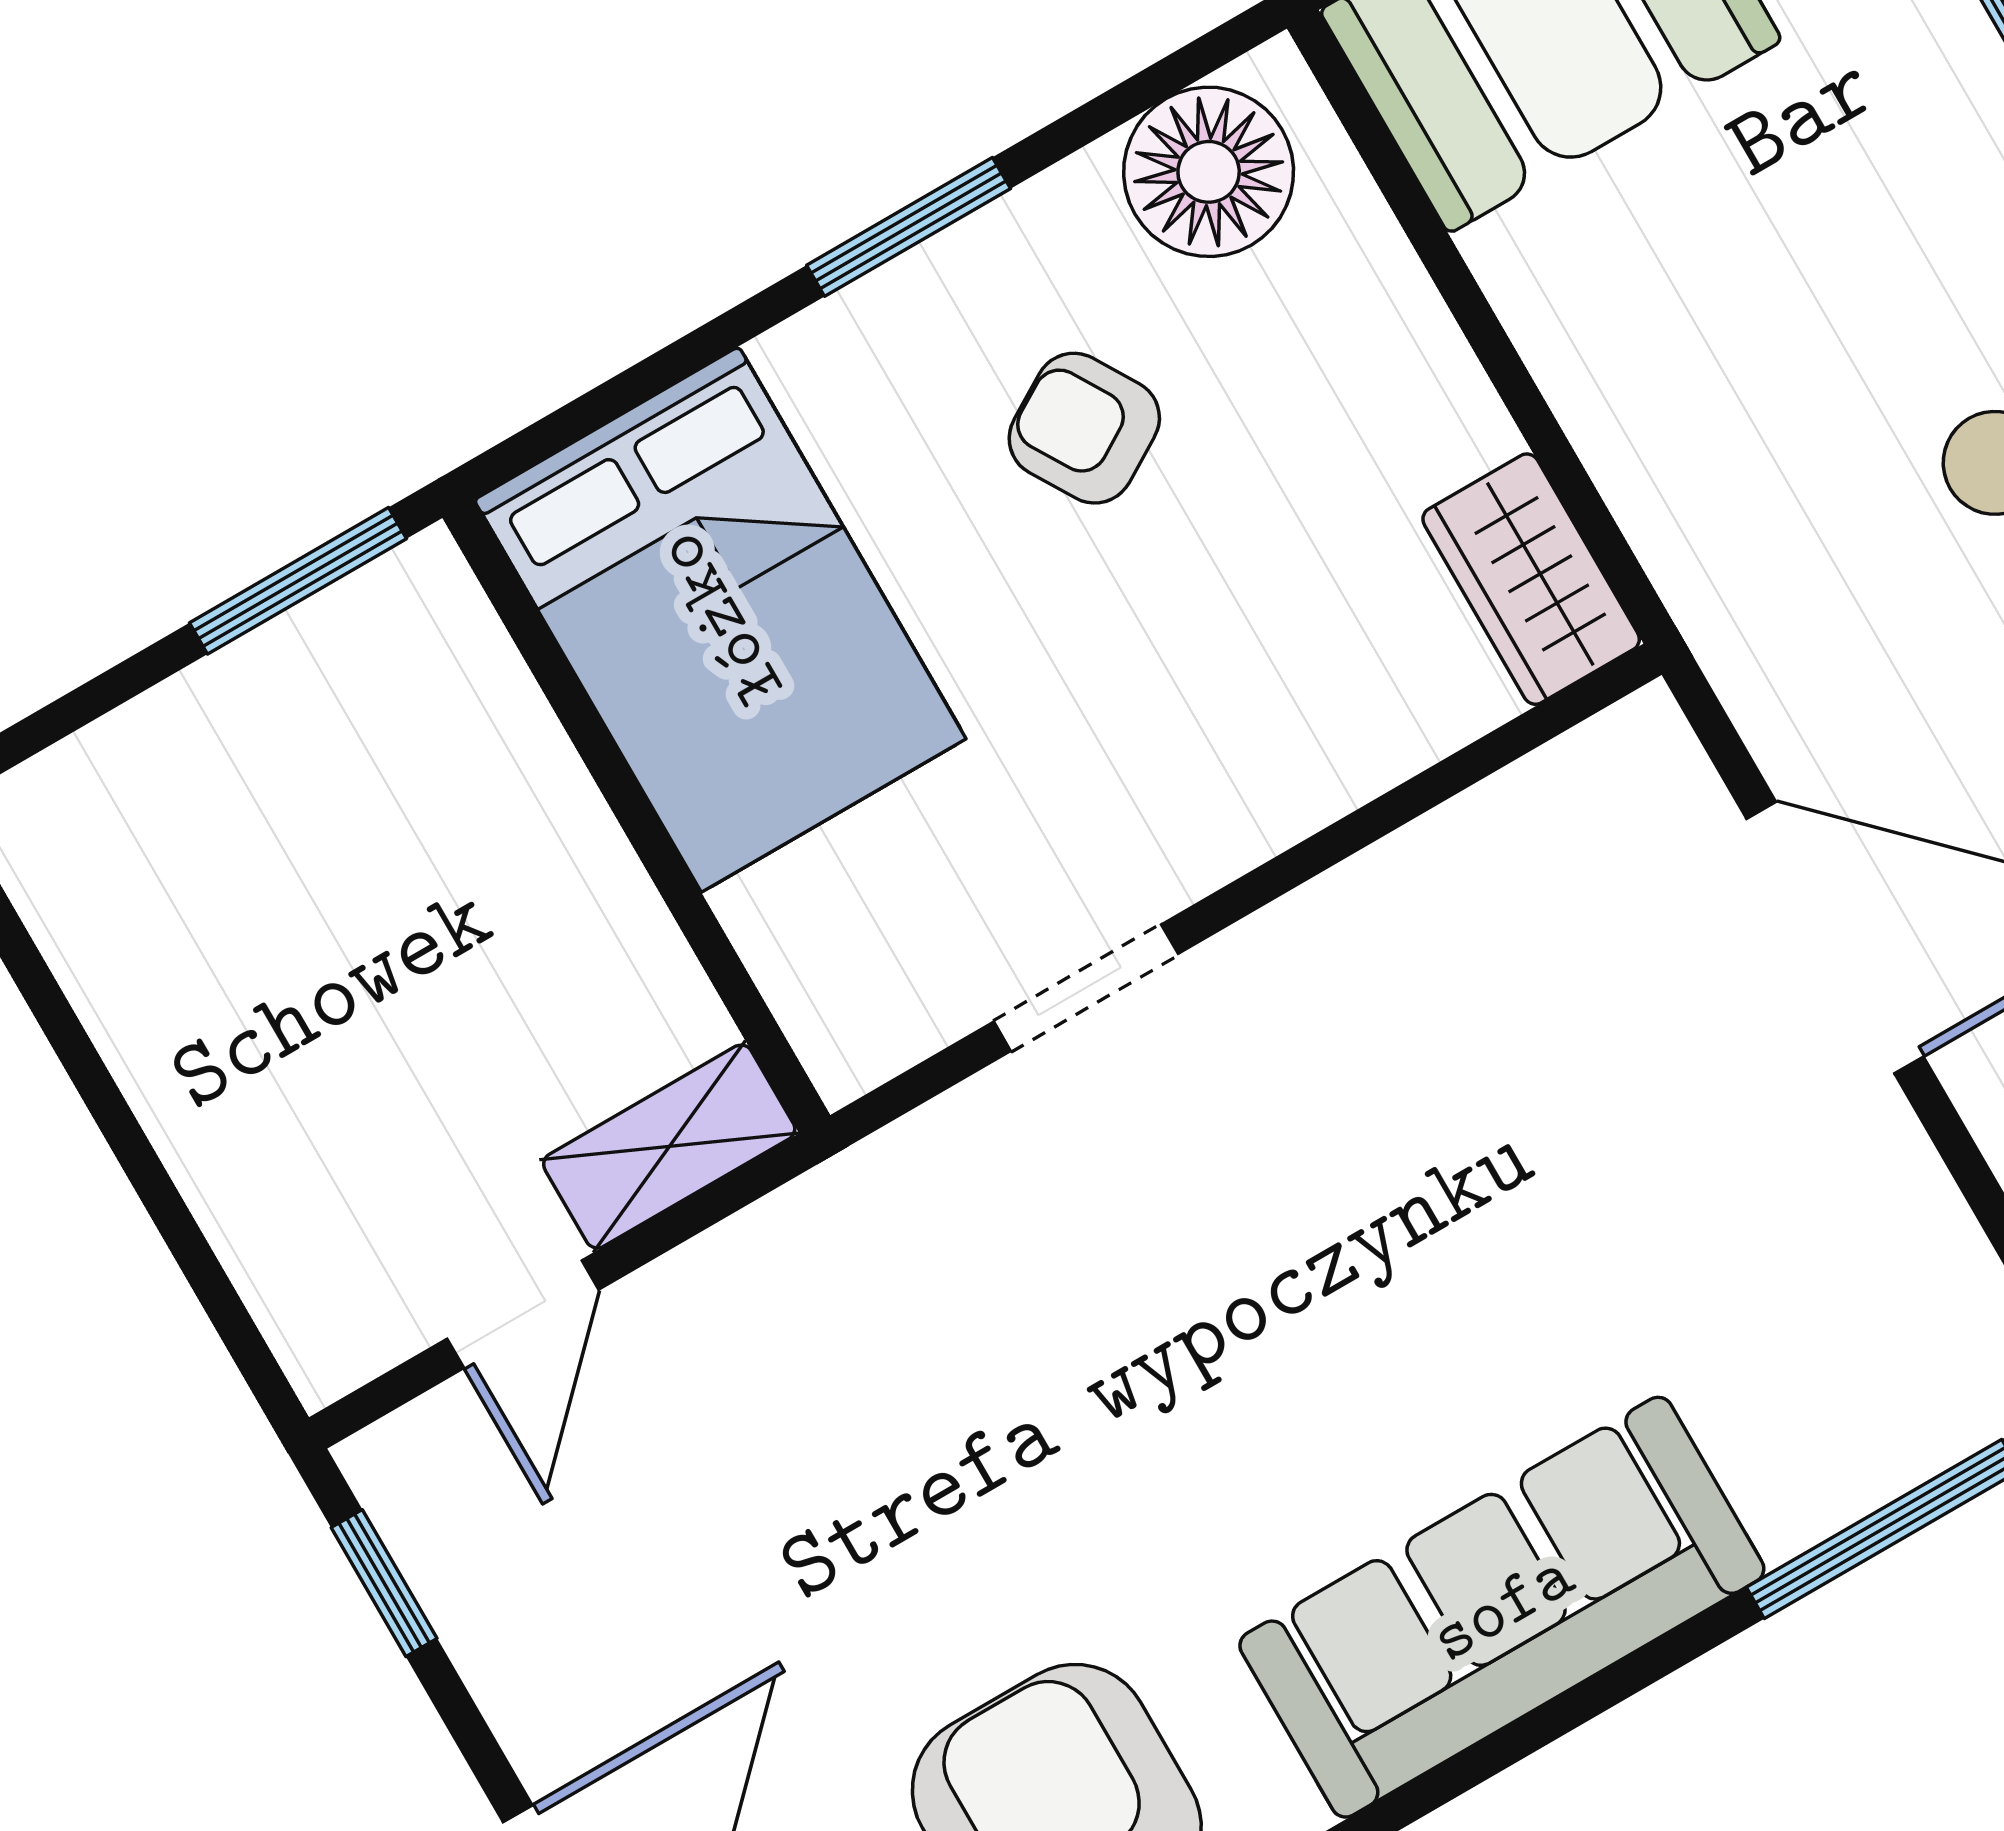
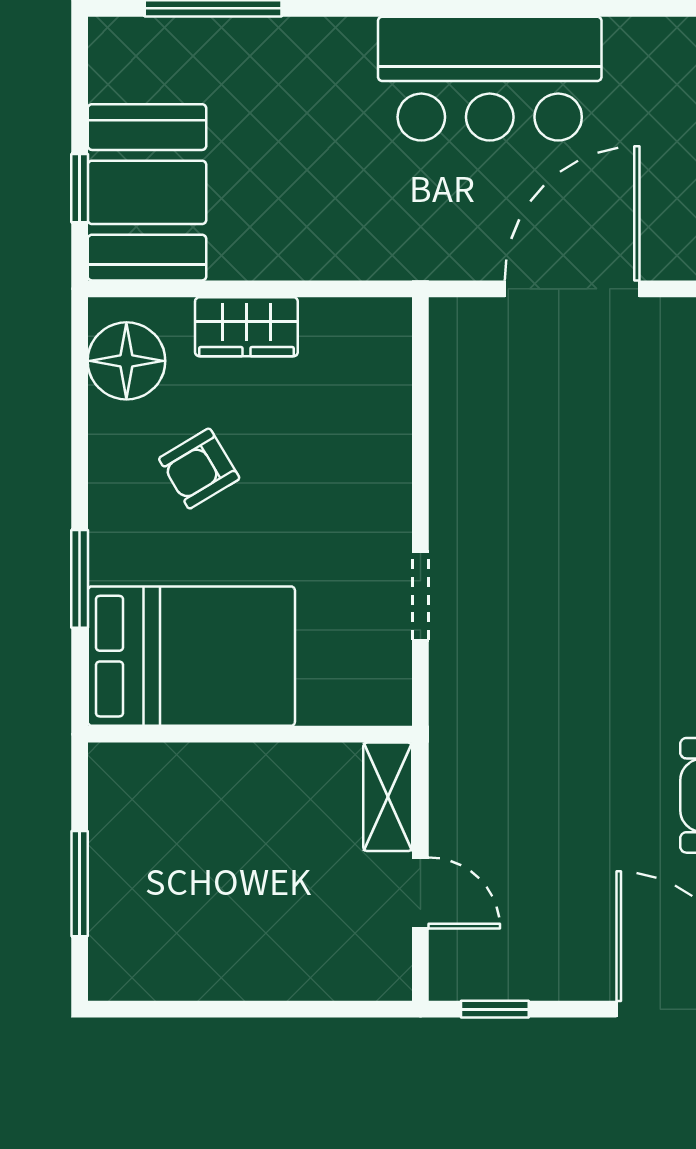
window: (909, 227) -> (80, 579), moved
wardrobe: (1531, 579) -> (246, 327), moved
window: (298, 581) -> (80, 884), moved

